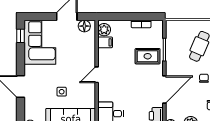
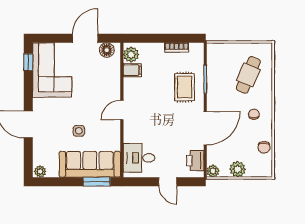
rug: (148, 56) -> (185, 87), turned 90

